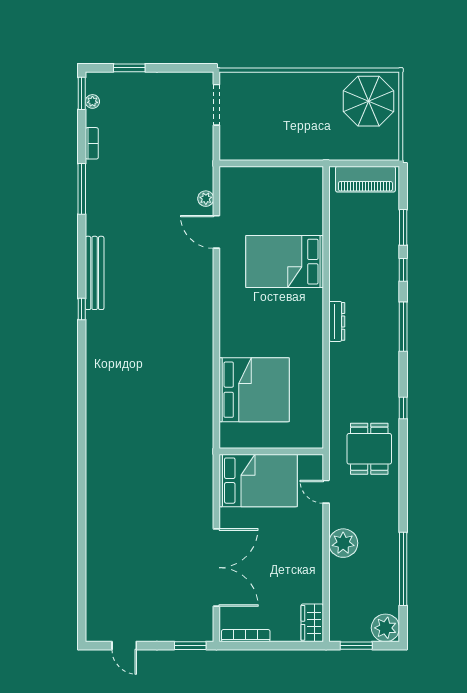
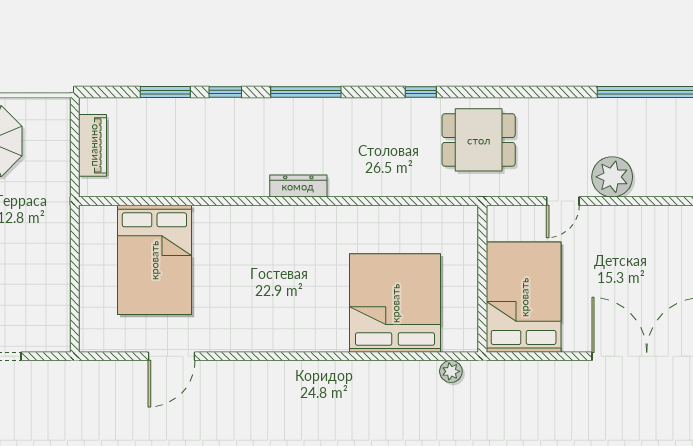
piano: (365, 179) -> (93, 145), width x0.73, depth x0.75
plant: (206, 199) -> (451, 371), moved
bed: (285, 262) -> (154, 260), moved
door: (326, 492) -> (563, 201), moved

